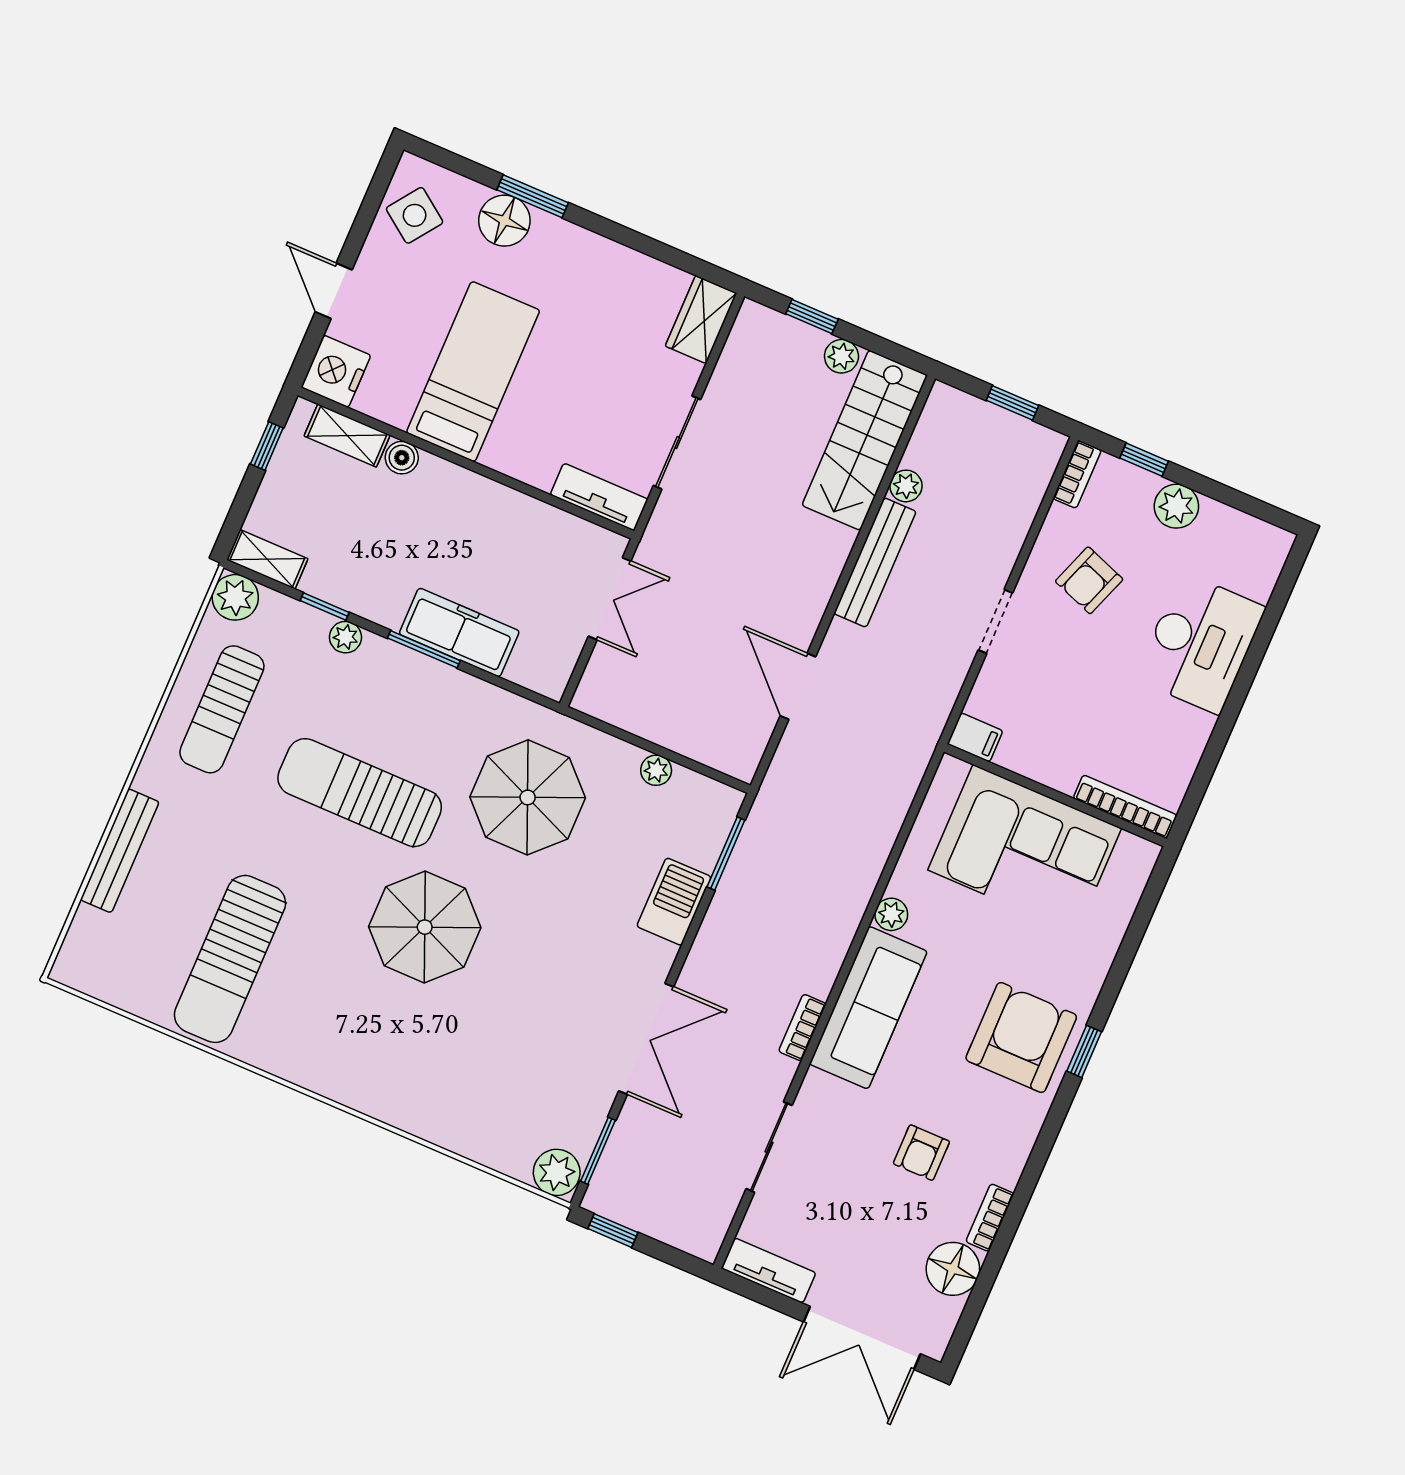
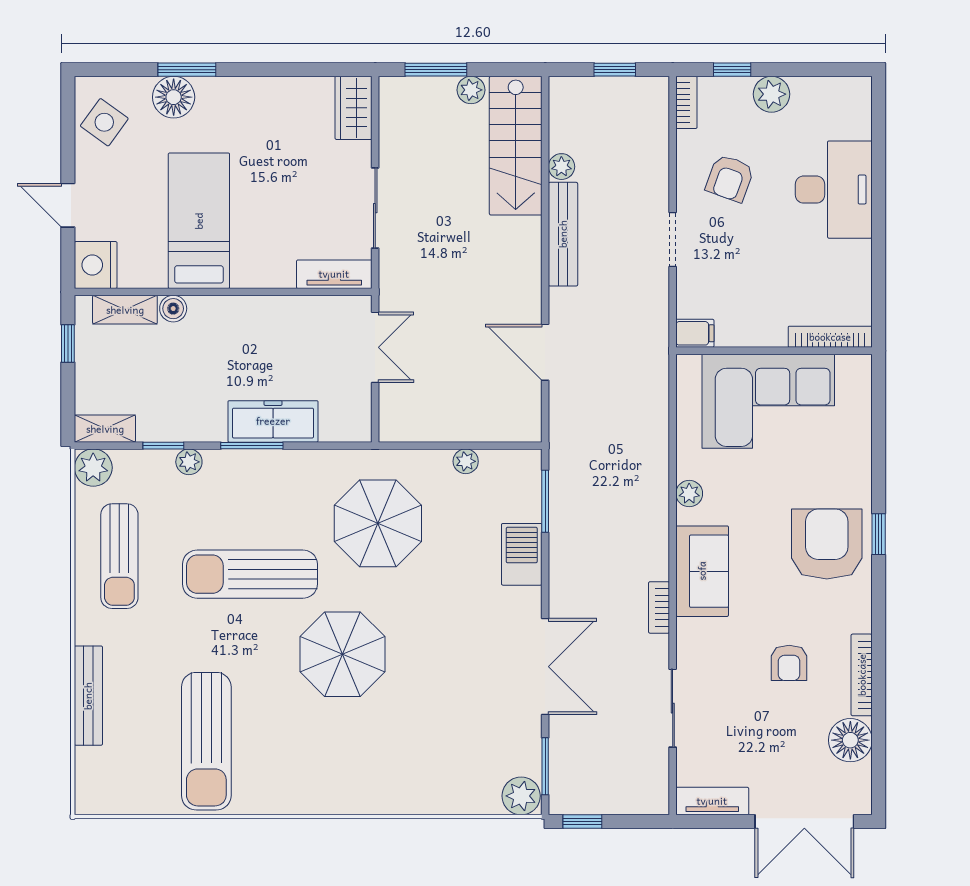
window: (812, 317) -> (436, 70), width x1.50
sofa: (868, 1008) -> (702, 571), width x0.73
bookcase: (990, 1218) -> (862, 675), width x1.56

